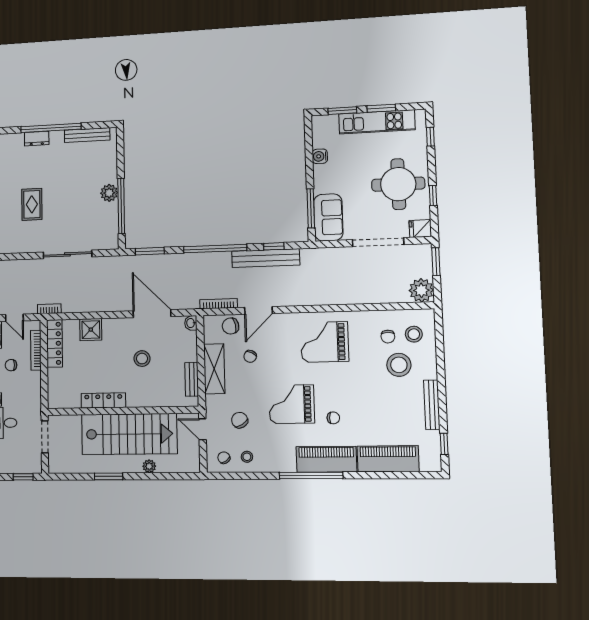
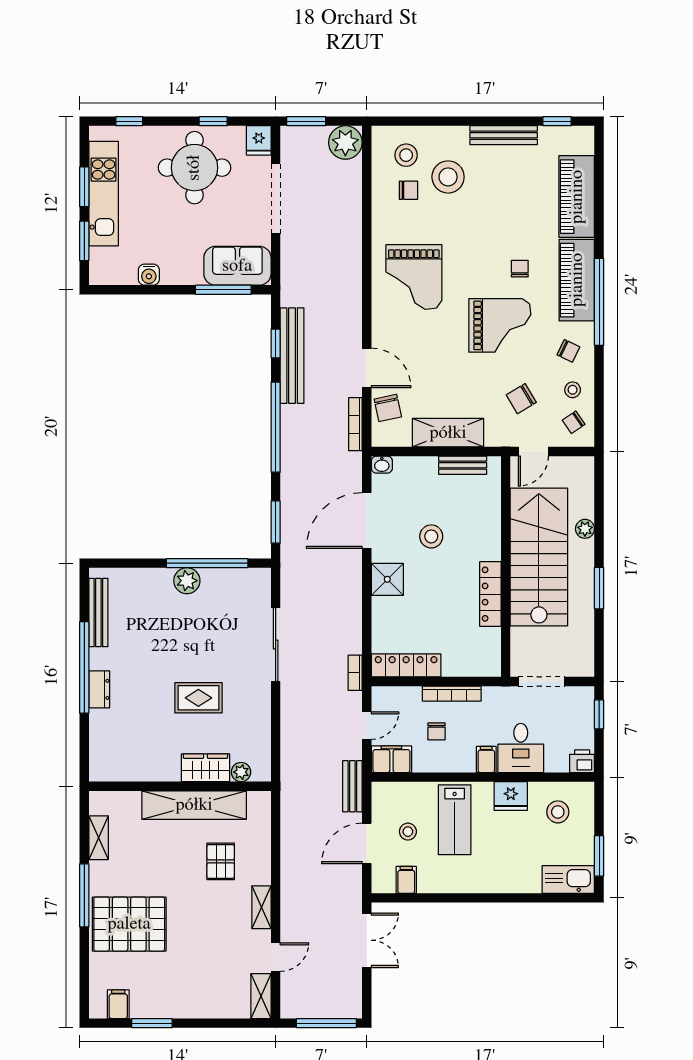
shower: (91, 330) -> (387, 579), moved
bookcase: (36, 350) -> (452, 694), moved
chair: (250, 356) -> (568, 351), moved
grand piano: (292, 404) -> (500, 325), turned -90

